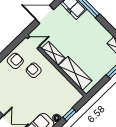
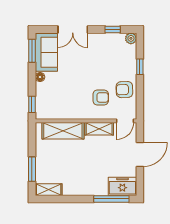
armchair: (15, 61) -> (124, 90), turned 88
window: (70, 115) -> (32, 104), moved

